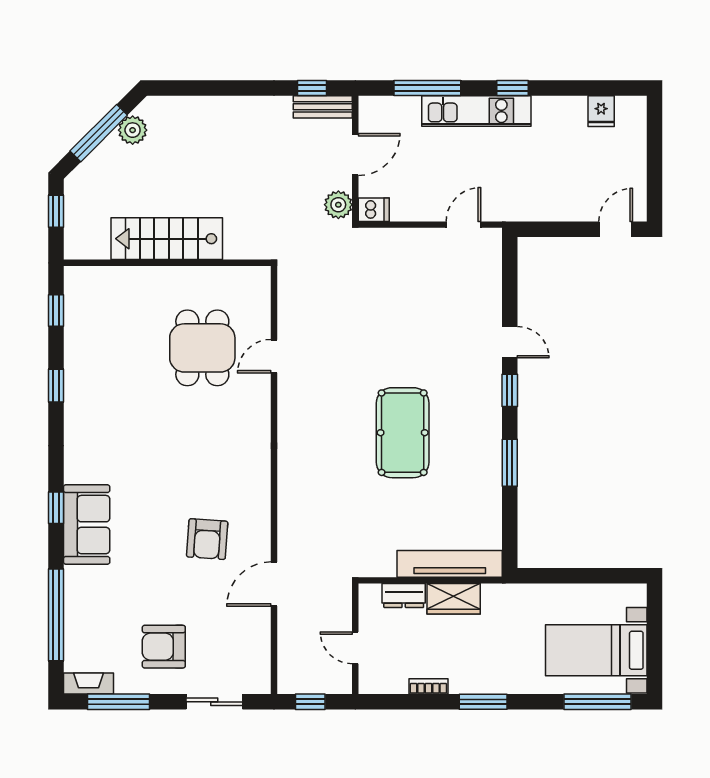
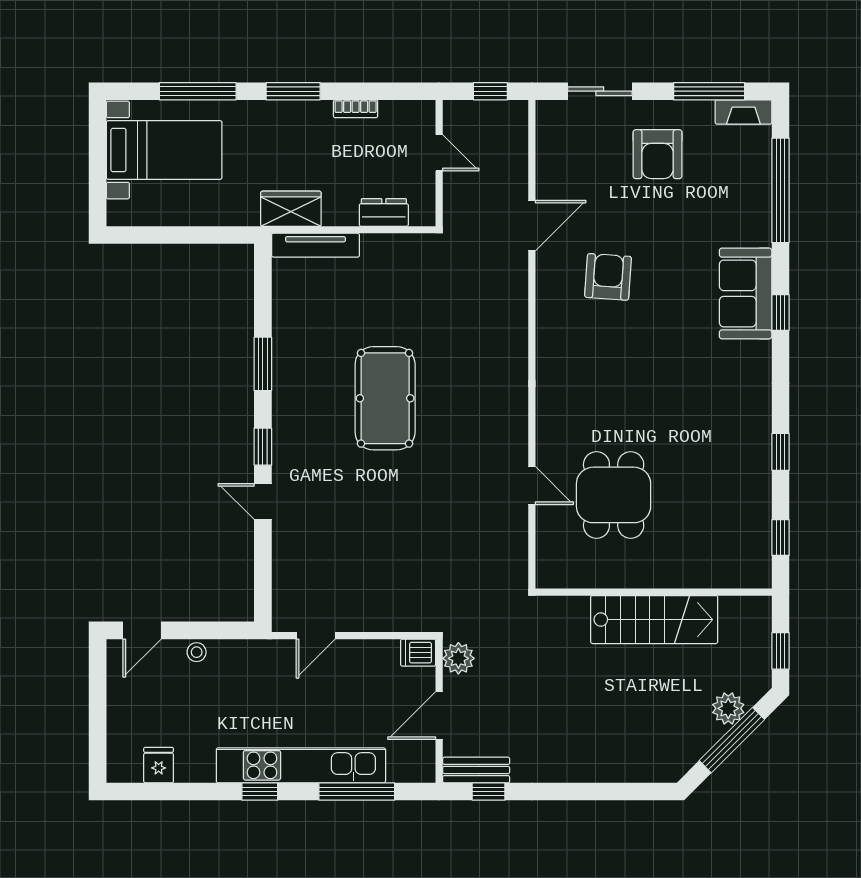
kitchen unit: (476, 111) -> (301, 765), width x1.36
plant: (133, 130) -> (728, 708), moved
stool: (568, 210) -> (197, 652), added
door: (274, 356) -> (532, 485), hinge flipped
tv unit: (450, 564) -> (315, 245), width x0.73, depth x0.78
wardrobe: (454, 599) -> (291, 209), moved
armchair: (164, 647) -> (658, 154), turned 90
window: (598, 702) -> (198, 91), moved

